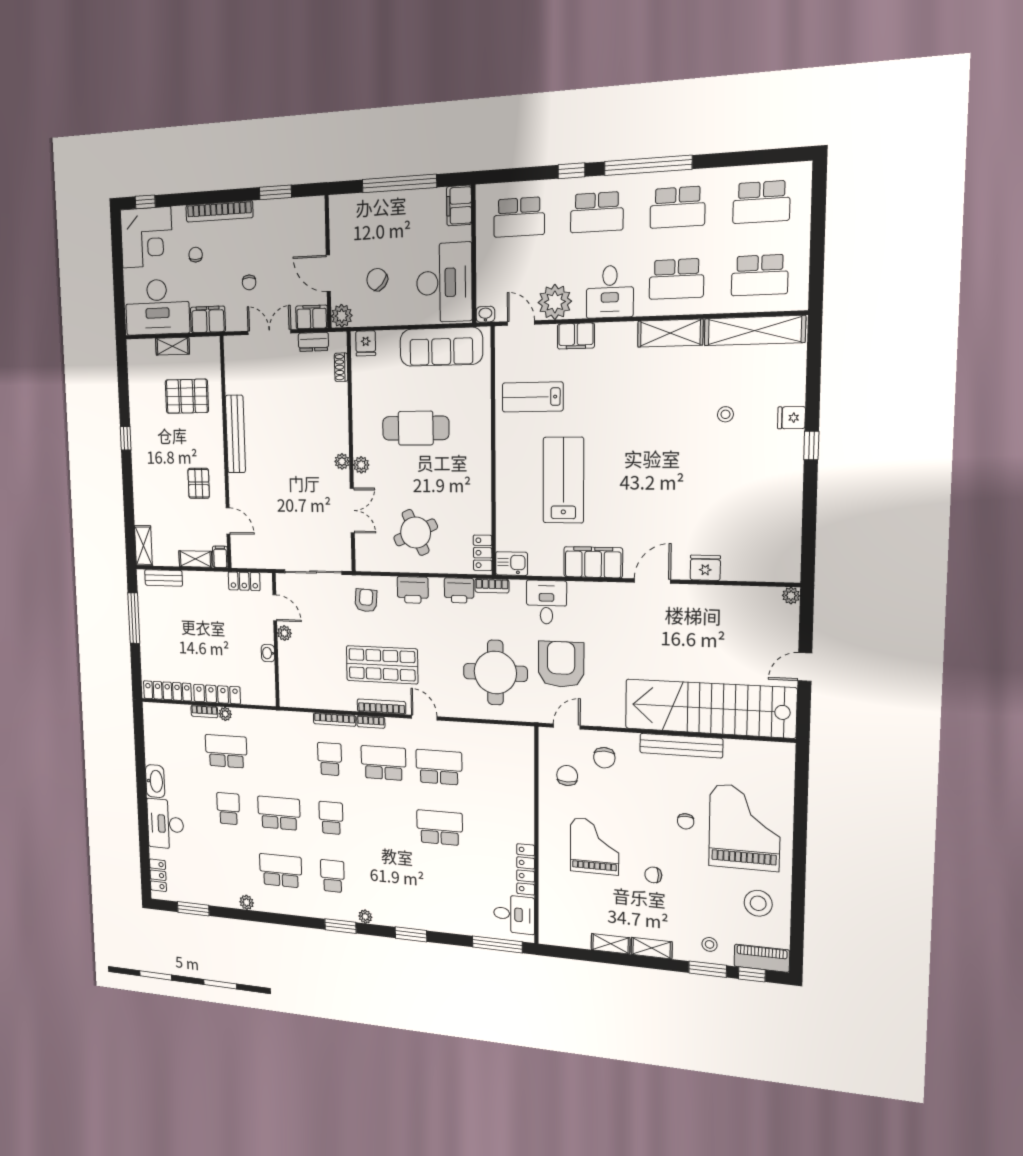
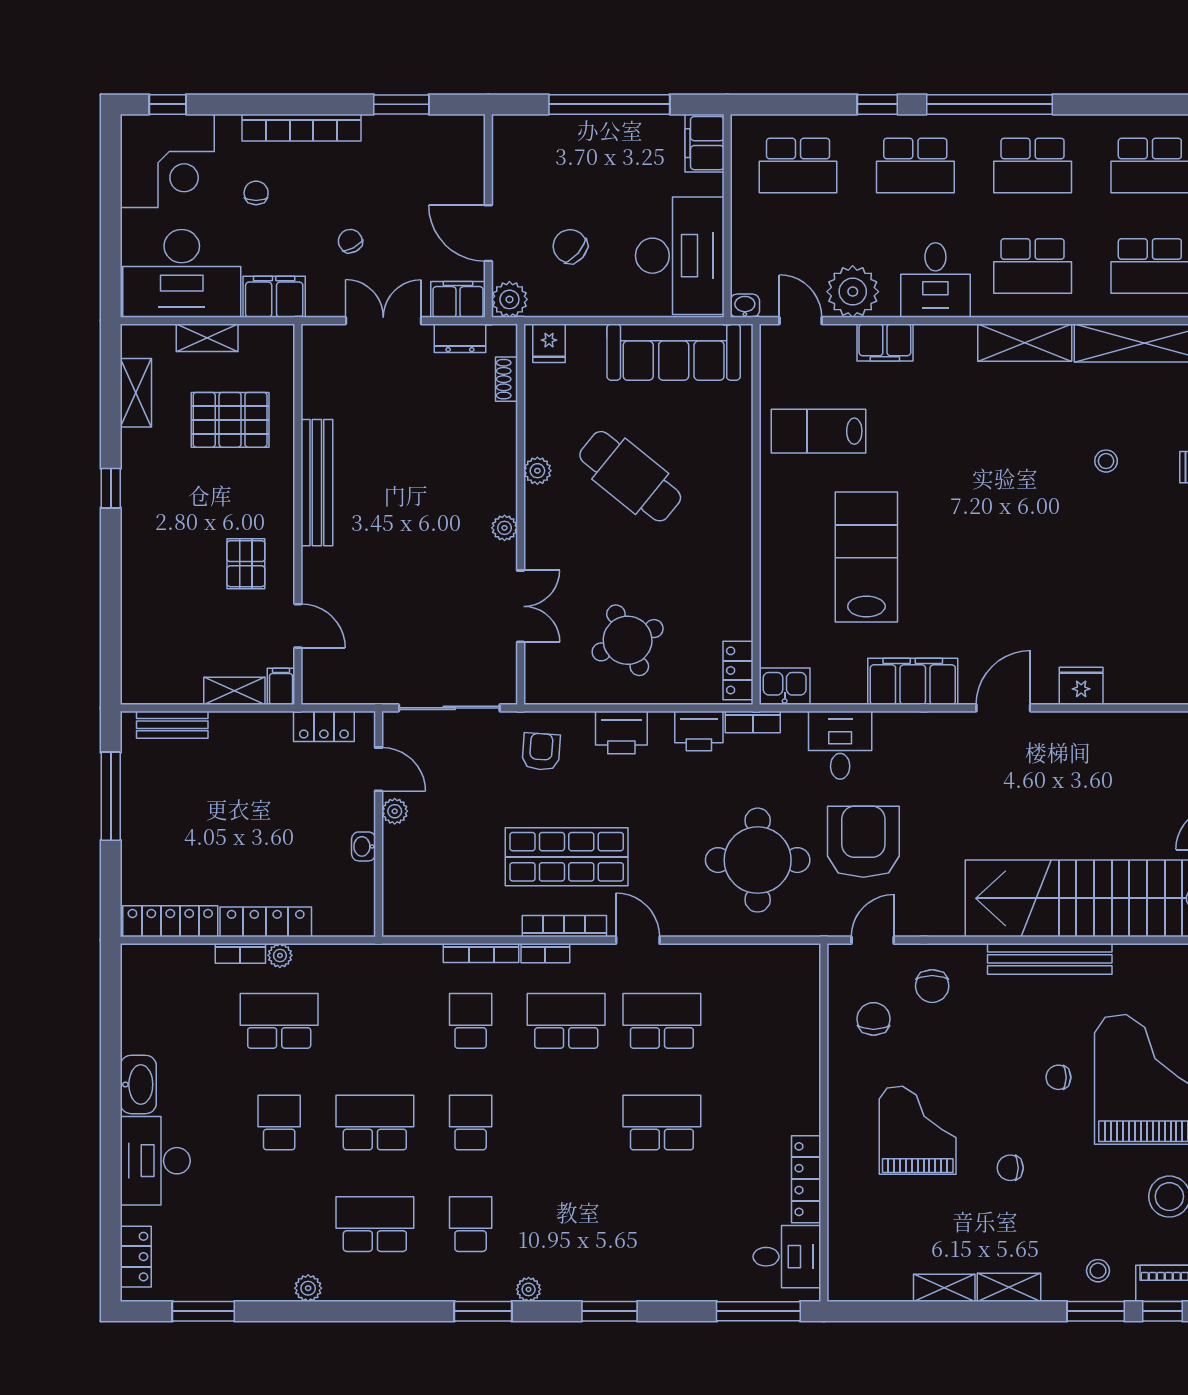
chair: (249, 282) -> (350, 241), turned 152
cafe table: (416, 428) -> (630, 476), turned 39
plant: (361, 465) -> (537, 471), moved
shelving: (143, 546) -> (136, 393), moved
chair: (686, 821) -> (1058, 1077), turned 90

